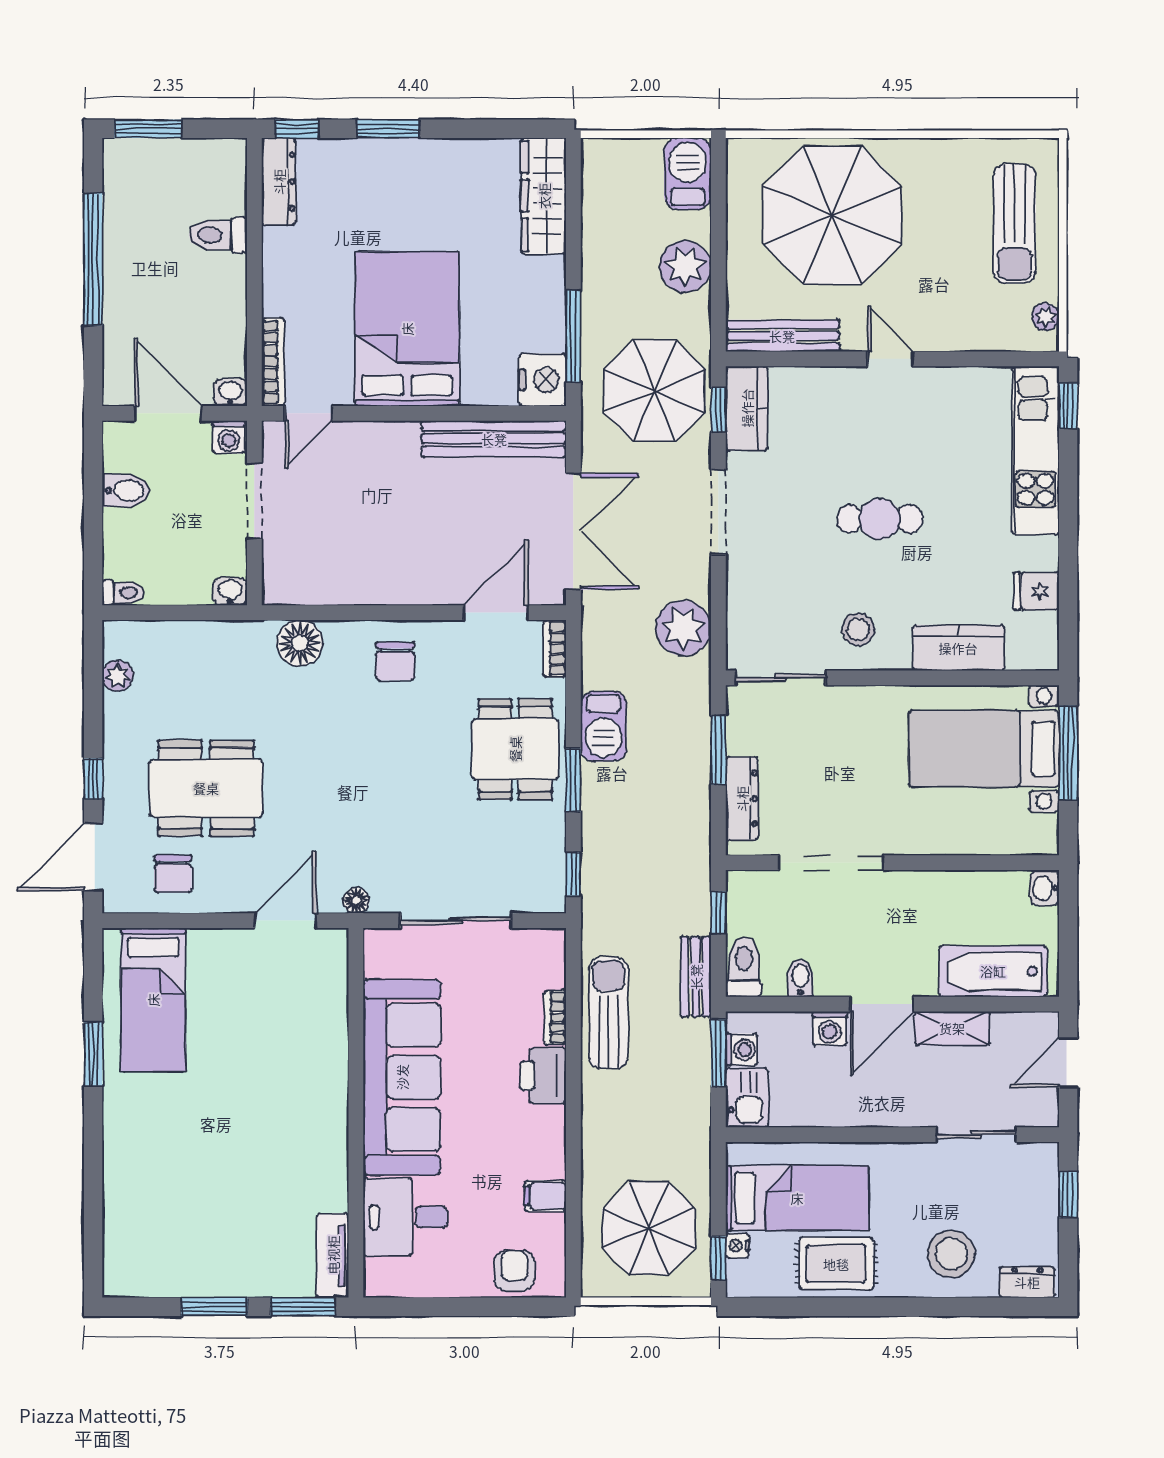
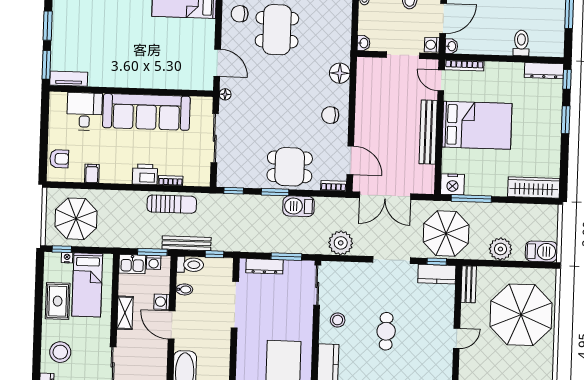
bench: (782, 336) -> (469, 284), width x0.73
bench: (494, 439) -> (428, 132), moved
bench: (696, 977) -> (187, 243), width x1.36
shelving: (952, 1028) -> (125, 313), moved

